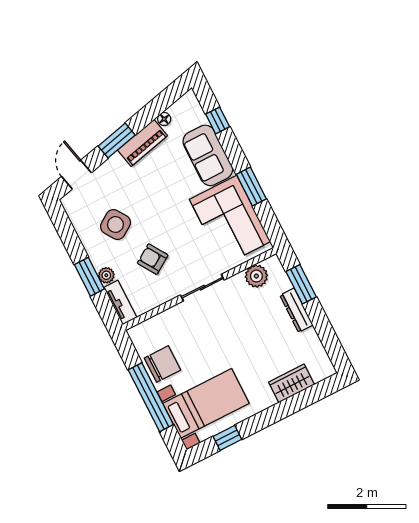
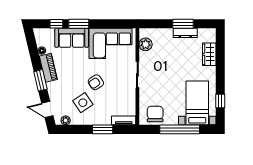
window: (251, 187) -> (79, 24), moved
armchair: (153, 259) -> (96, 82), moved
plant: (106, 275) -> (66, 120), moved
window: (301, 284) -> (183, 24), moved
dresser: (296, 310) -> (185, 33), moved
chair: (162, 364) -> (155, 114), moved

